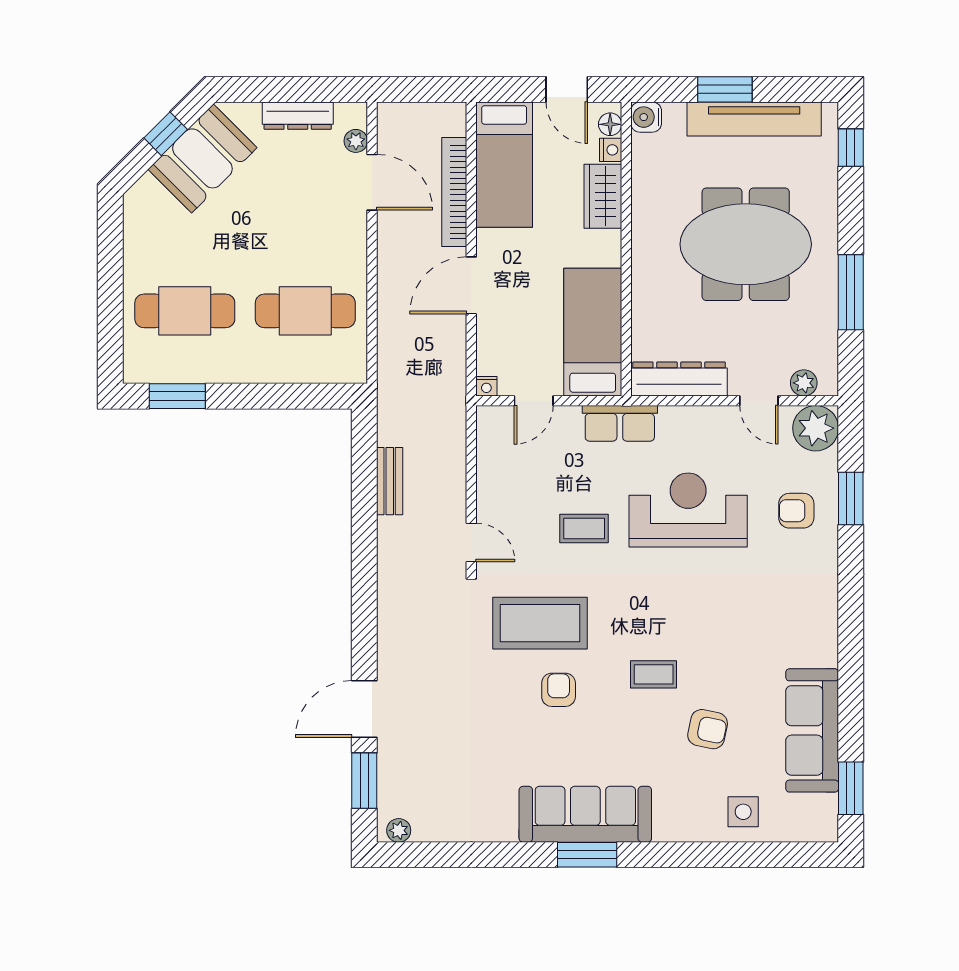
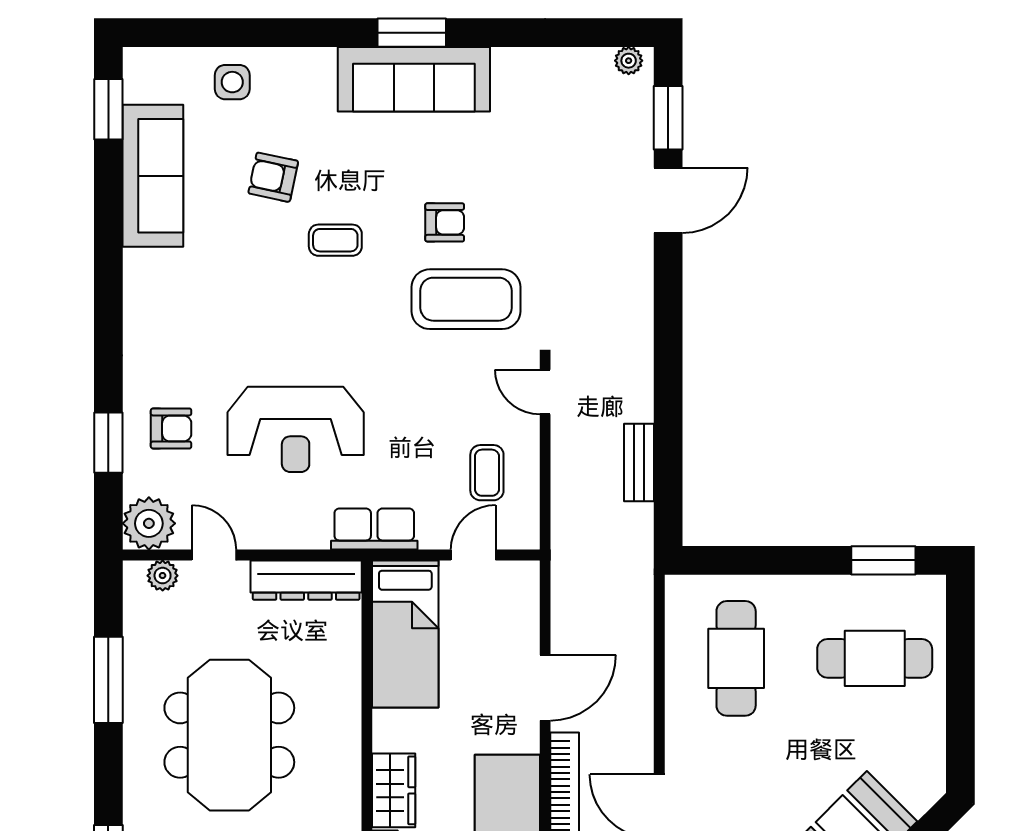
meeting table: (746, 244) -> (229, 735), turned 90
cafe table: (305, 311) -> (736, 658), turned 90
nightstand: (486, 386) -> (528, 572), removed
coffee table: (584, 528) -> (487, 473), moved, turned 90
armchair: (559, 690) -> (445, 222), turned -90

